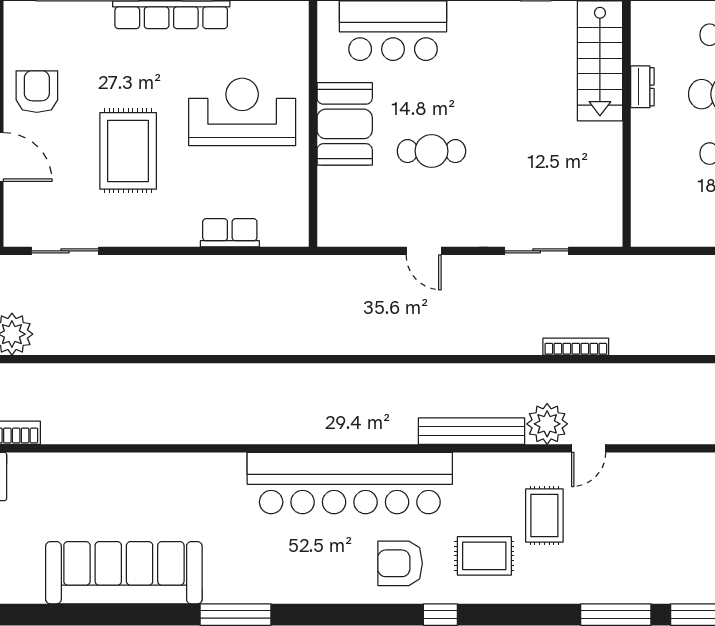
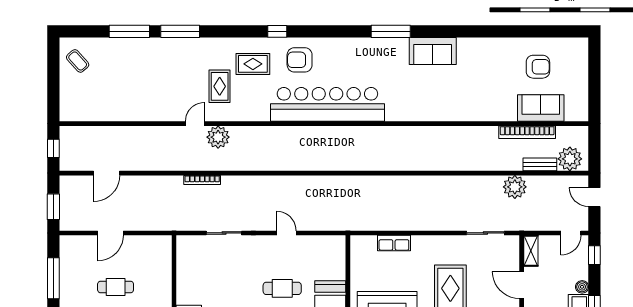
bench: (471, 431) -> (260, 133), removed
armchair: (400, 563) -> (300, 60), turned 180
sofa: (124, 573) -> (433, 51), width x0.54, depth x0.79

